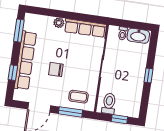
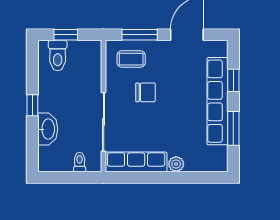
window: (19, 31) -> (233, 128), moved
washbasin: (138, 36) -> (48, 129), moved, turned 90
chair: (56, 69) -> (146, 92), moved
toilet: (109, 104) -> (58, 55), moved

